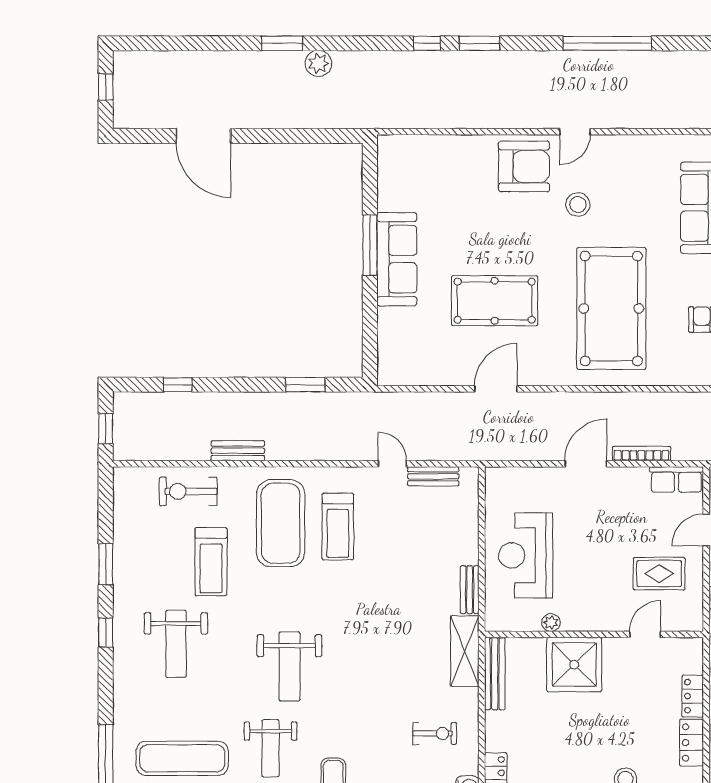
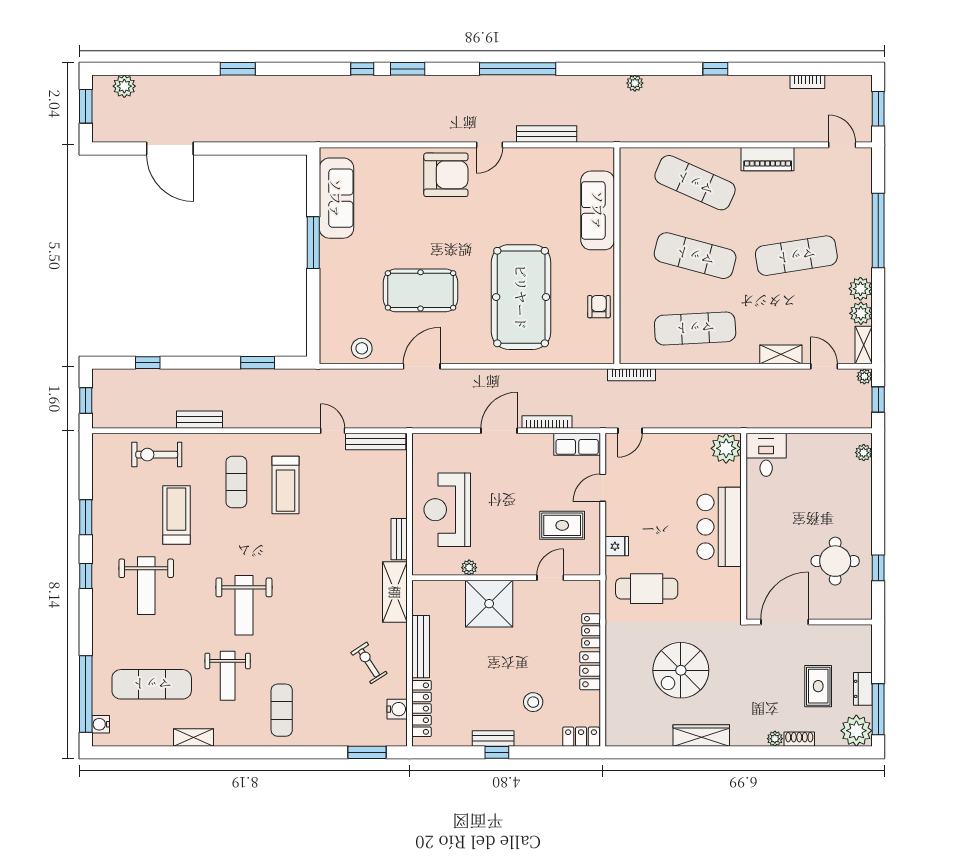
plant: (318, 63) -> (124, 86), moved
window: (106, 87) -> (86, 106), width x1.50
bench: (641, 119) -> (547, 134), added
stool: (578, 204) -> (362, 348), moved
sofa: (397, 259) -> (336, 198), moved
bench: (433, 476) -> (376, 442), width x1.36
exercise mat: (281, 523) -> (236, 482), width x0.50, depth x0.69
treadmill: (211, 562) -> (176, 515), turned 180
bench: (495, 674) -> (421, 647), moved
exercise bike: (435, 733) -> (369, 663), turned -123

